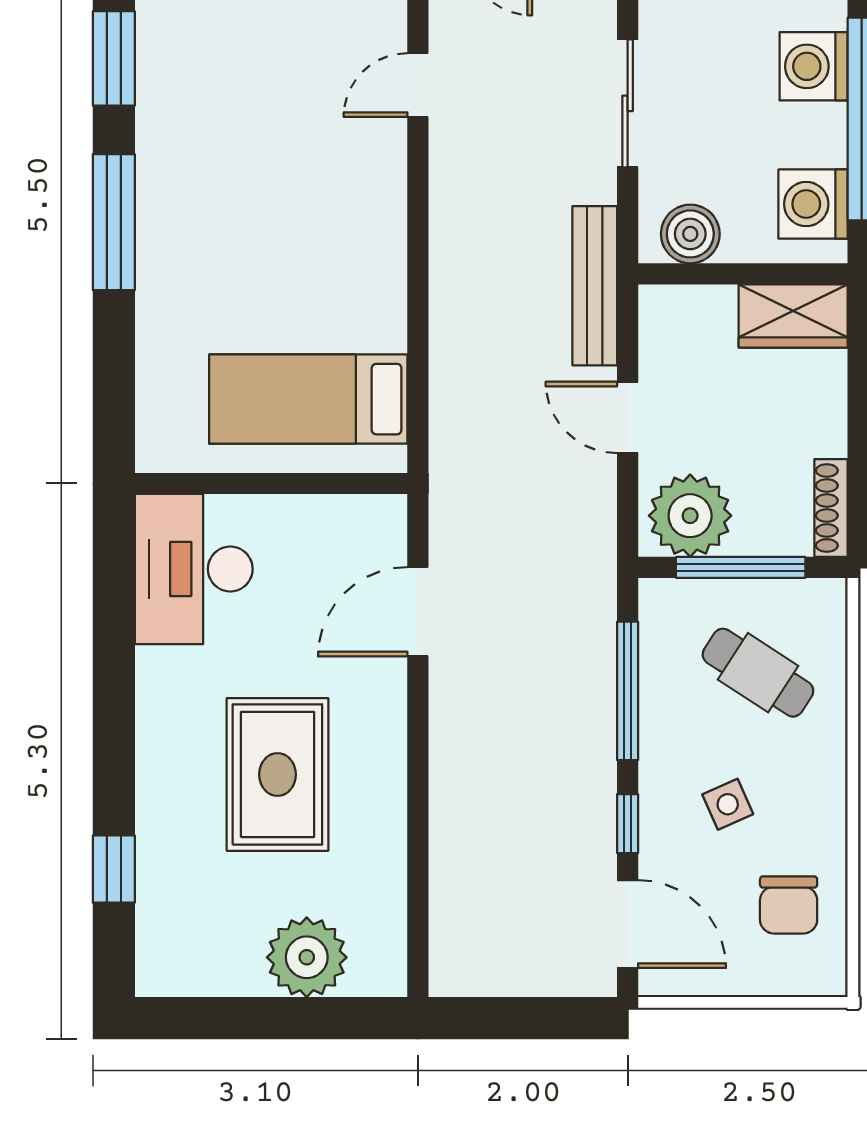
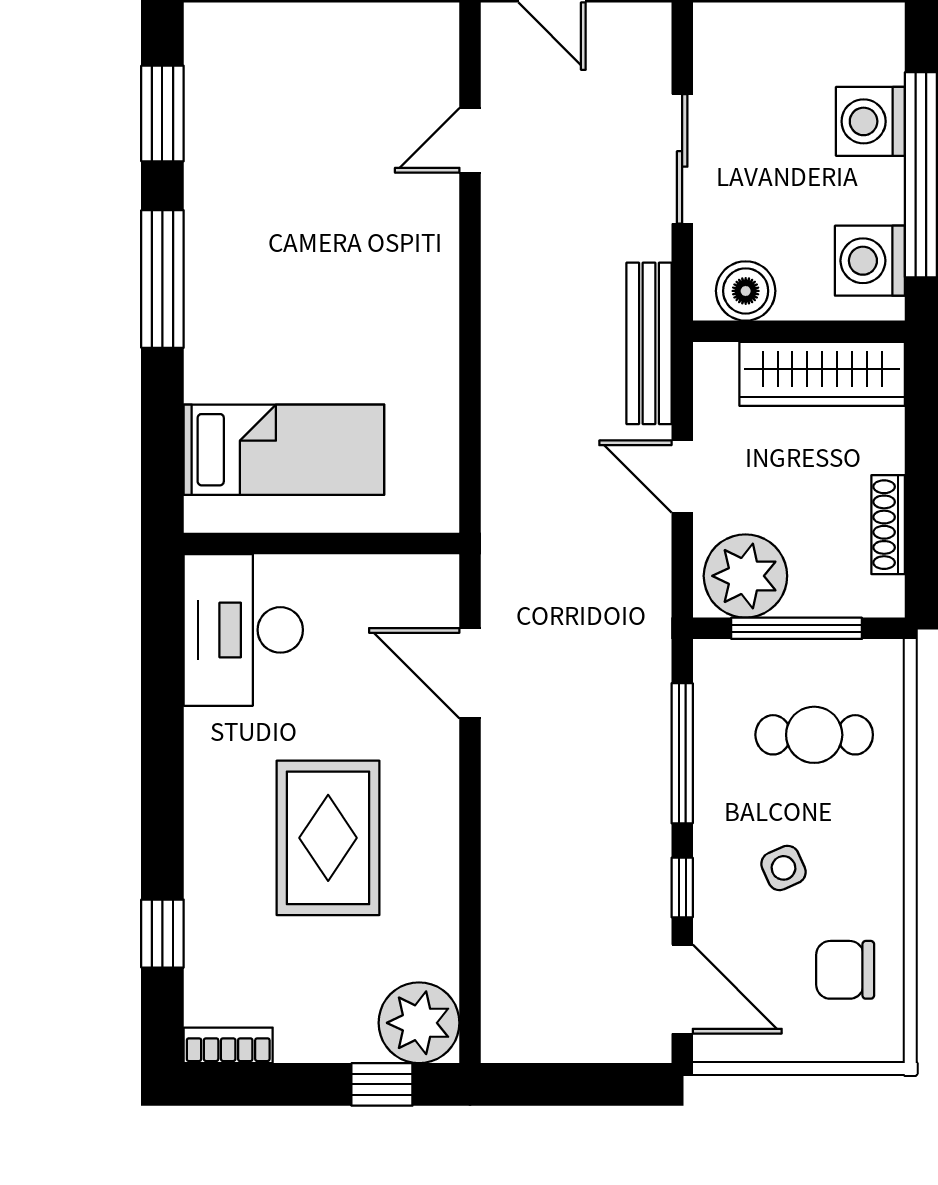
wardrobe: (793, 316) -> (822, 374), width x1.50
bed: (308, 399) -> (284, 450), moved, turned 180
shoe rack: (831, 508) -> (888, 525), moved
door: (418, 612) -> (470, 673), hinge flipped
cafe table: (758, 673) -> (814, 735), turned -33
chair: (789, 905) -> (845, 970), turned 90
plant: (307, 957) -> (419, 1023), moved
bookcase: (179, 980) -> (228, 1045), added
window: (331, 1018) -> (382, 1084), added

